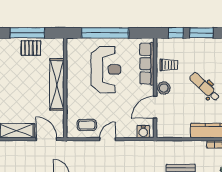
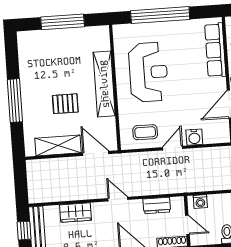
pallet: (31, 48) -> (65, 104), moved
reception desk: (106, 70) -> (148, 72), moved
water cooler: (143, 132) -> (194, 137), moved

